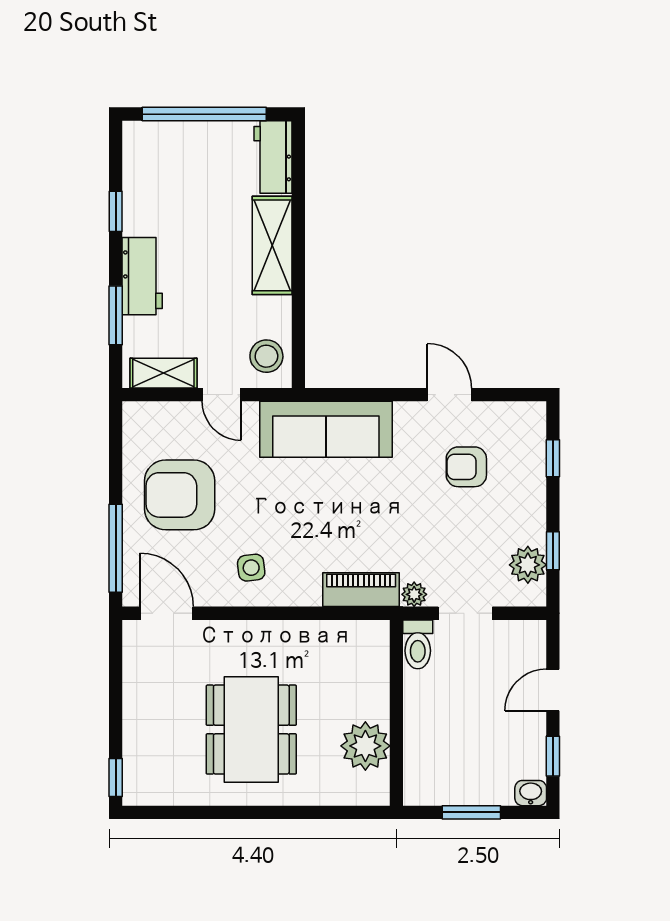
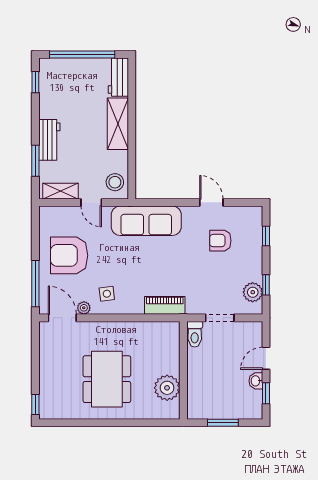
window: (116, 211) -> (35, 82), moved
plant: (414, 594) -> (84, 308), moved
washbasin: (531, 793) -> (256, 381), moved, turned -90

